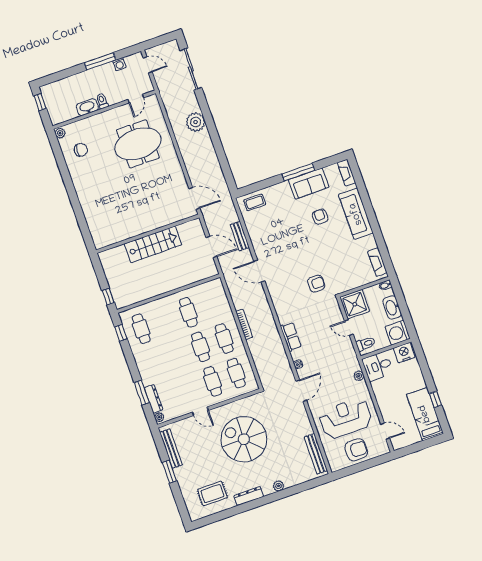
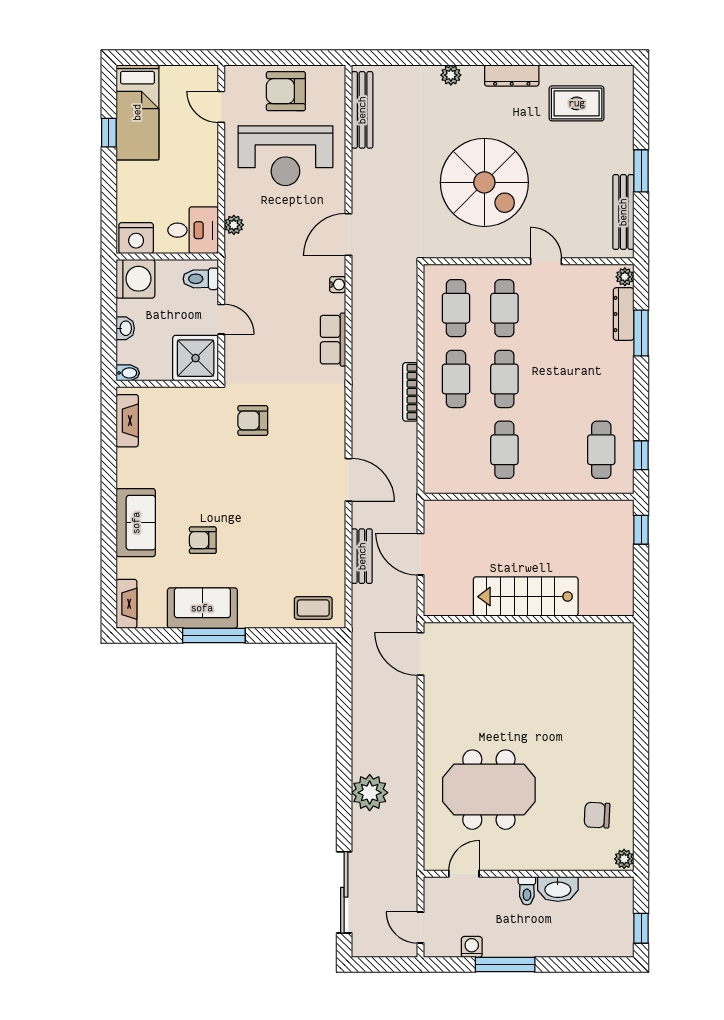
sofa: (356, 214) -> (136, 523), width x0.73
armchair: (320, 217) -> (203, 540), turned 91
washbasin: (392, 307) -> (125, 328), width x0.52, depth x0.69

